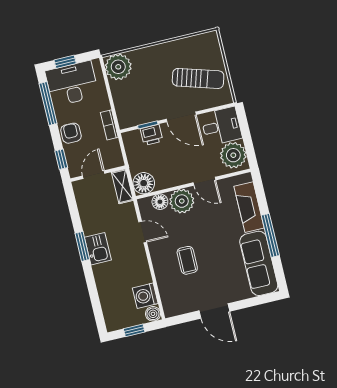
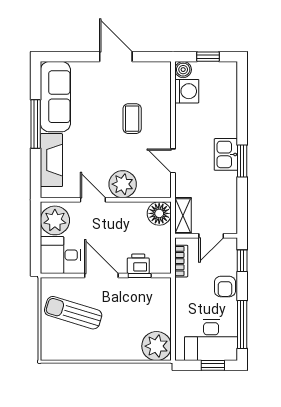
bookcase: (109, 125) -> (181, 261), moved
floor lamp: (160, 202) -> (146, 189), removed

